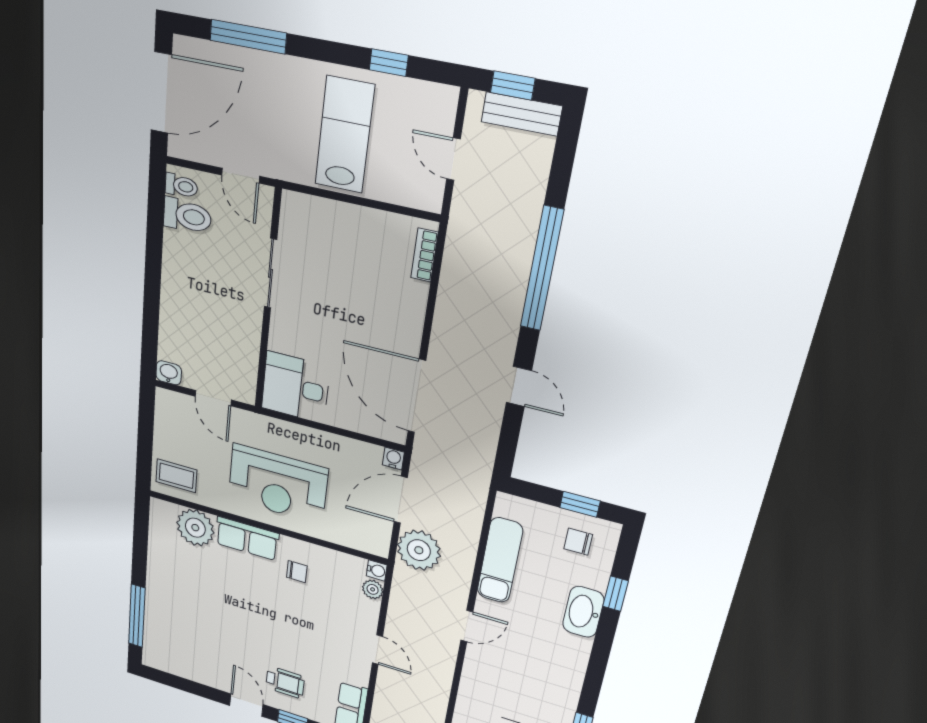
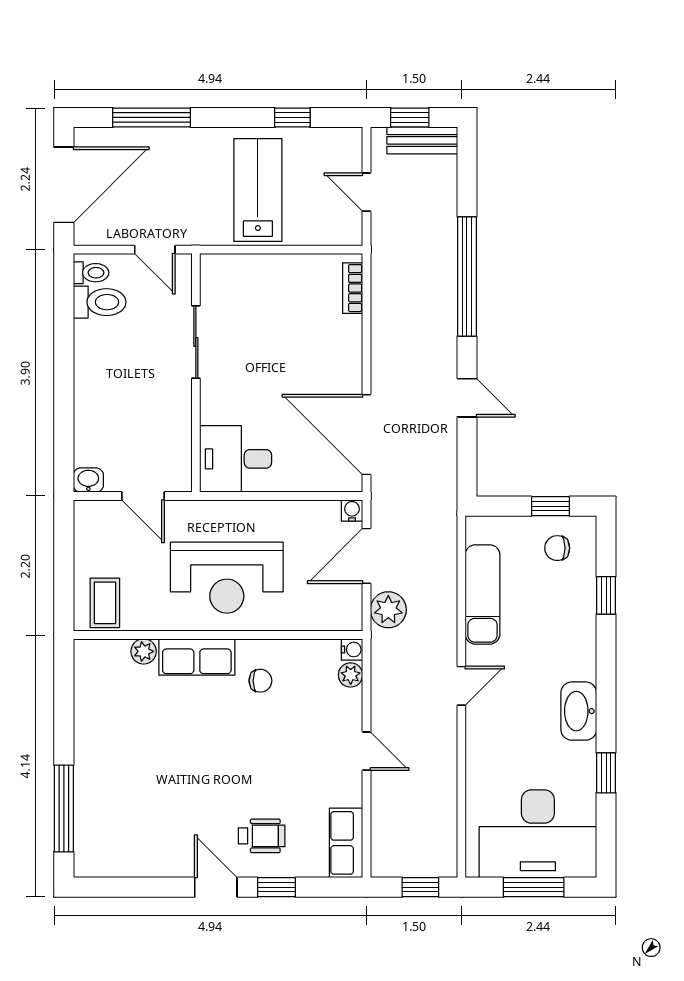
coffee table: (176, 476) -> (105, 603), turned 90
plant: (195, 528) -> (144, 651), width x0.53, depth x0.53
plant: (419, 550) -> (388, 610), width x0.73, depth x0.73
washbasin: (583, 612) -> (579, 711), moved

